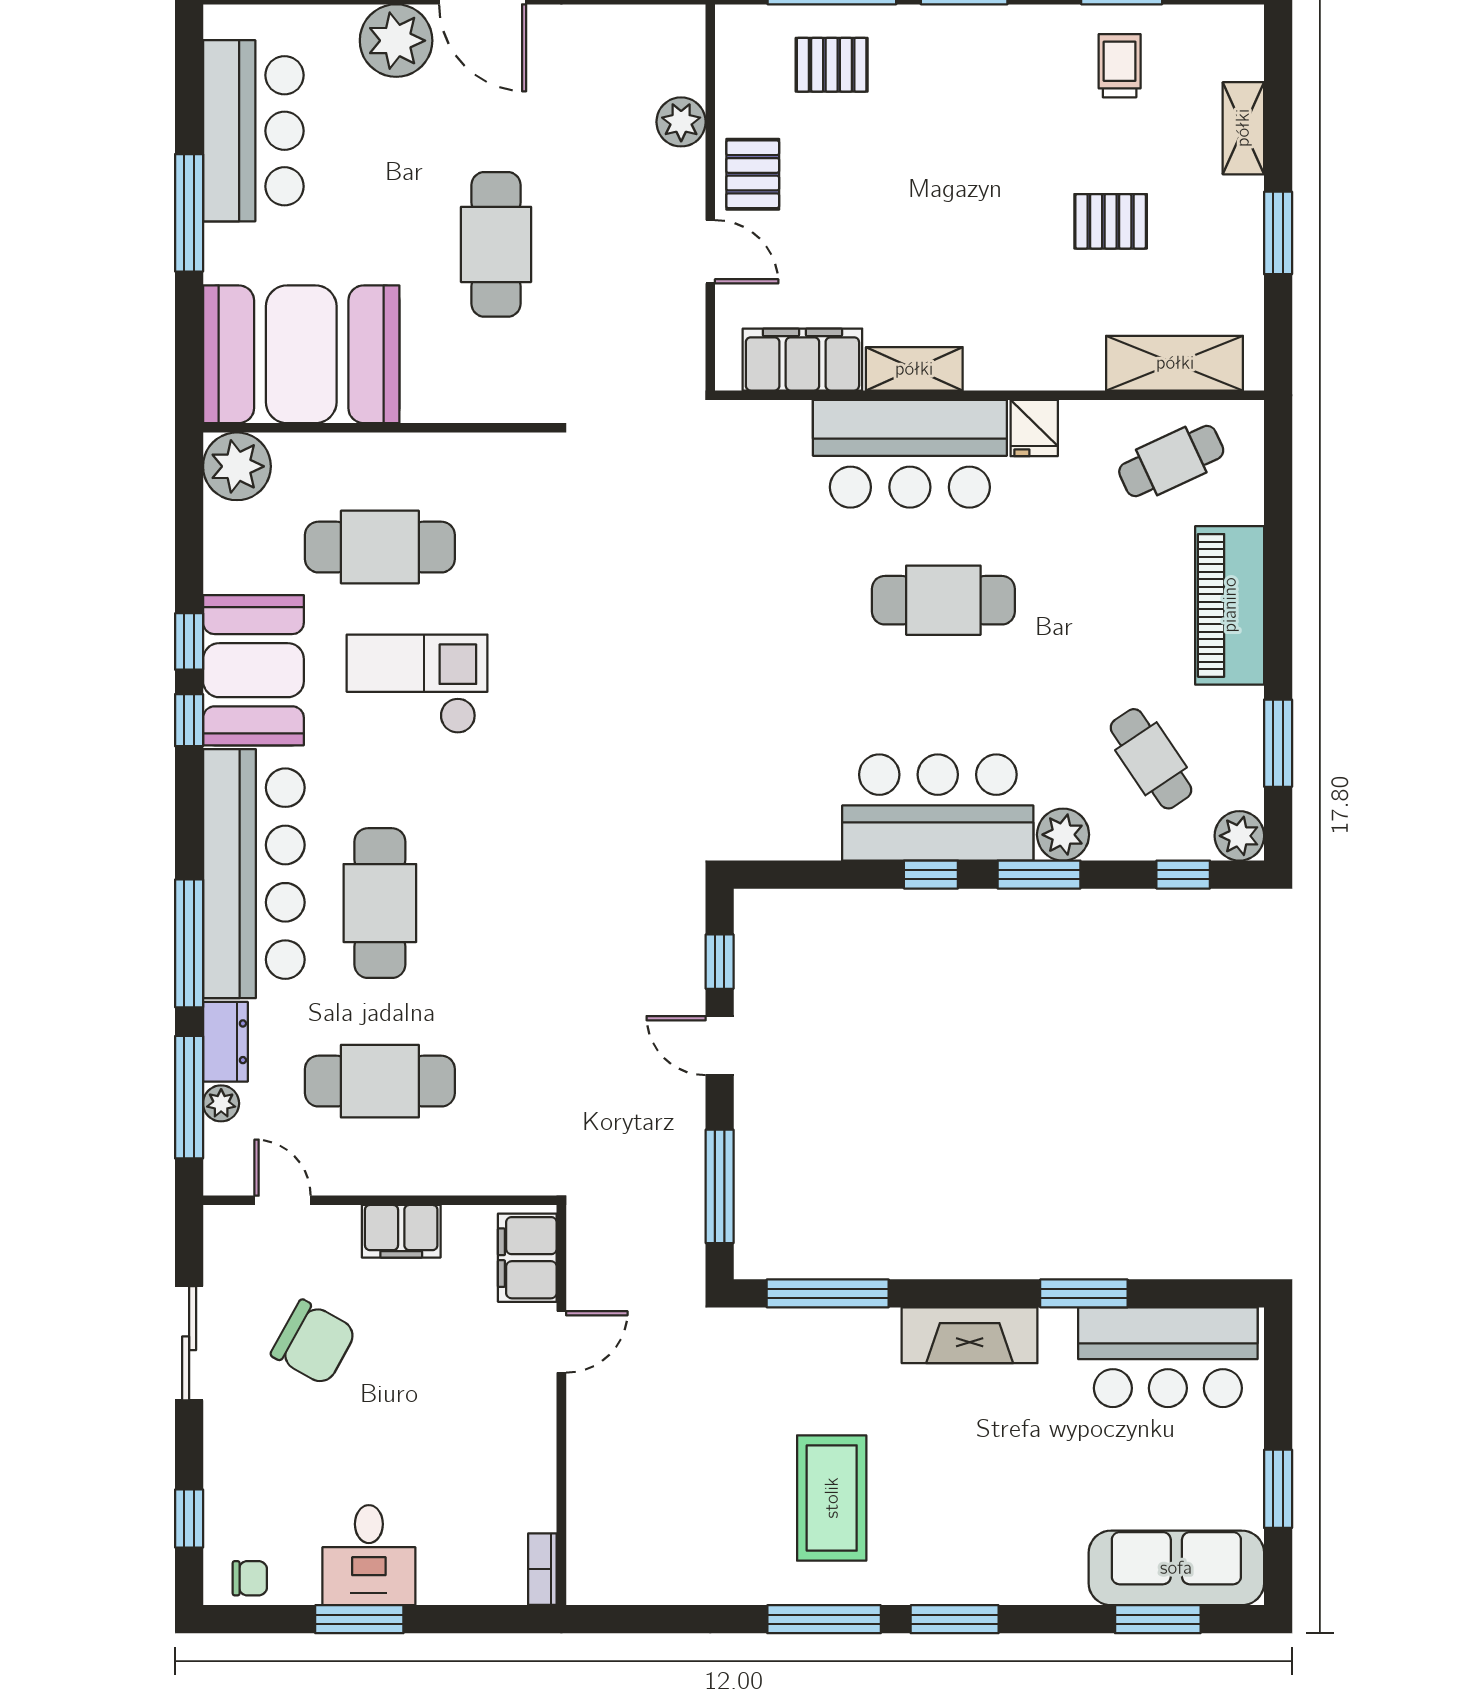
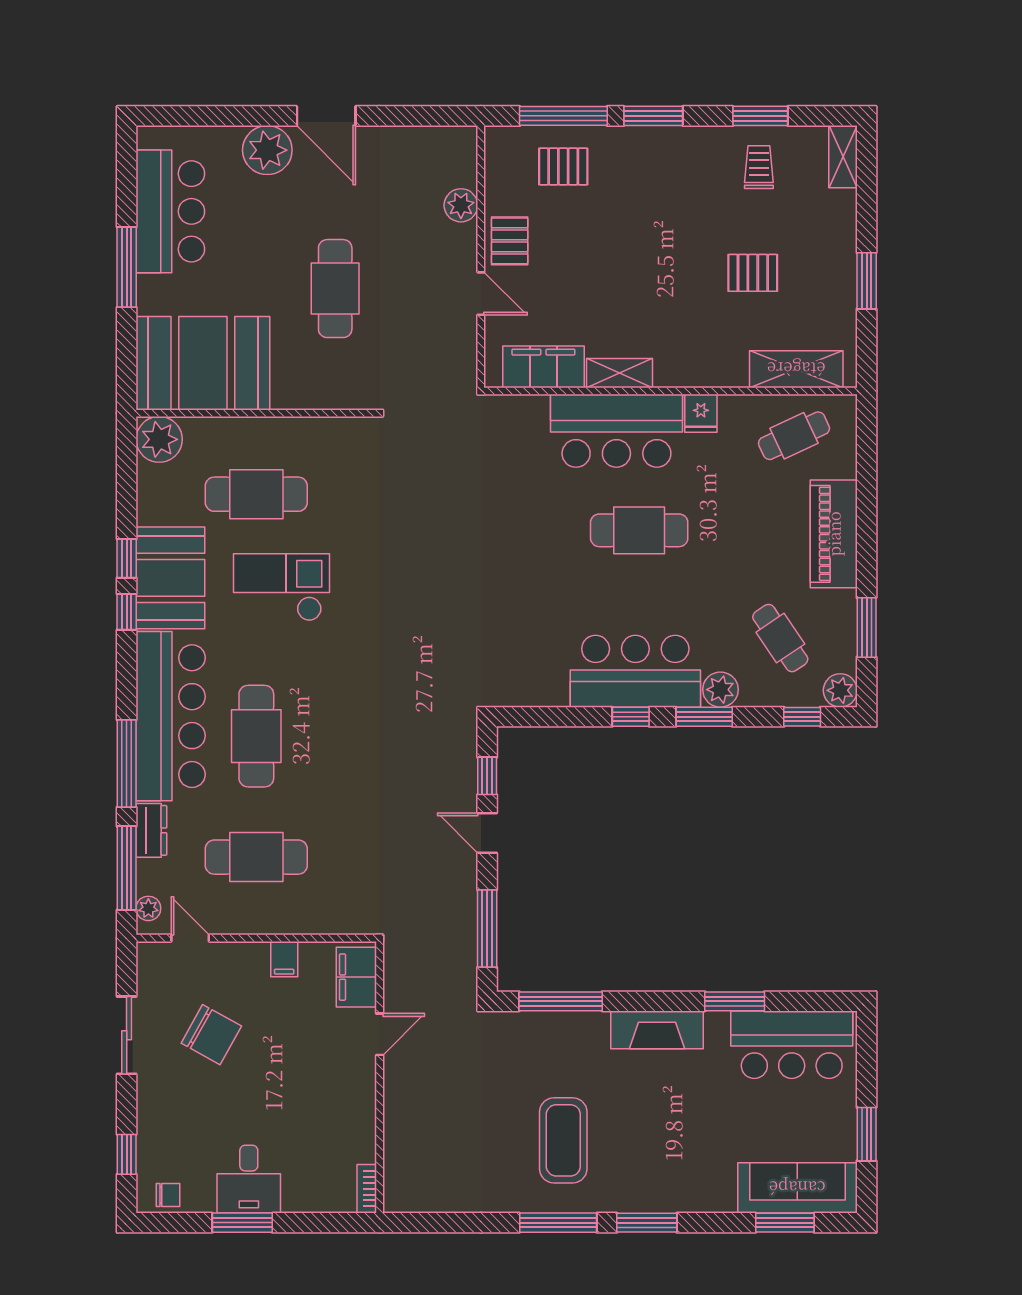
shelving: (1243, 128) -> (843, 157), moved
plant: (221, 1103) -> (148, 908), moved
filing cabinet: (401, 1231) -> (284, 959), width x0.50

